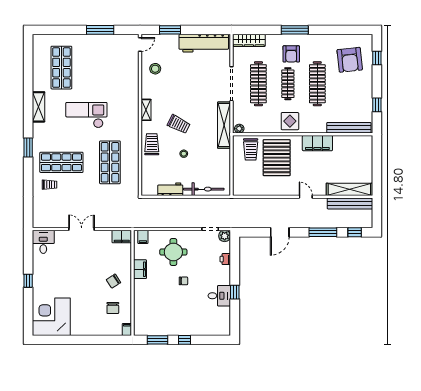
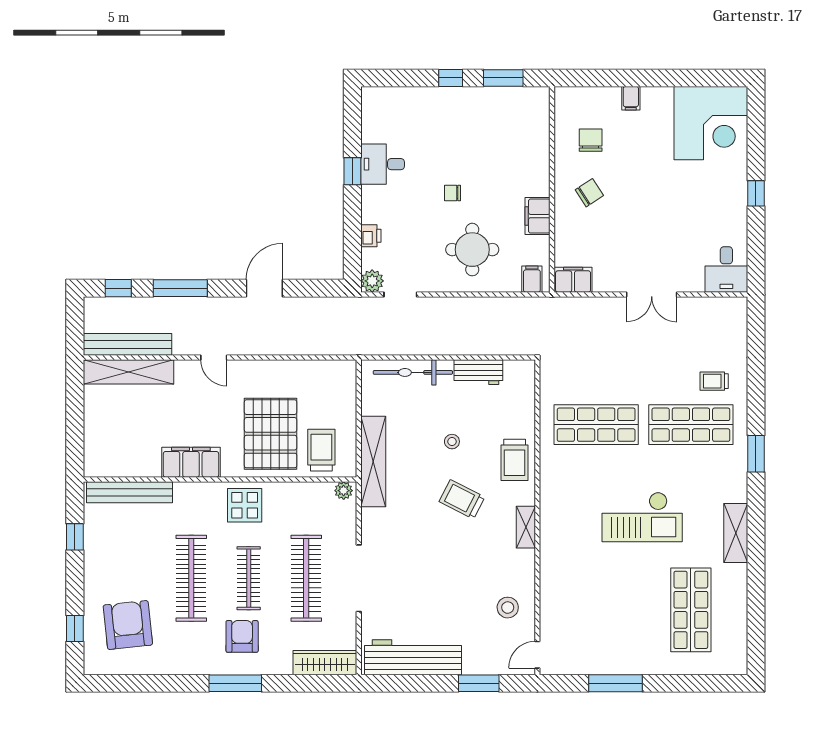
shelving: (224, 125) -> (373, 461), moved
shop shelf: (110, 162) -> (596, 425), turned 90
filing cabinet: (127, 329) -> (631, 98), moved

